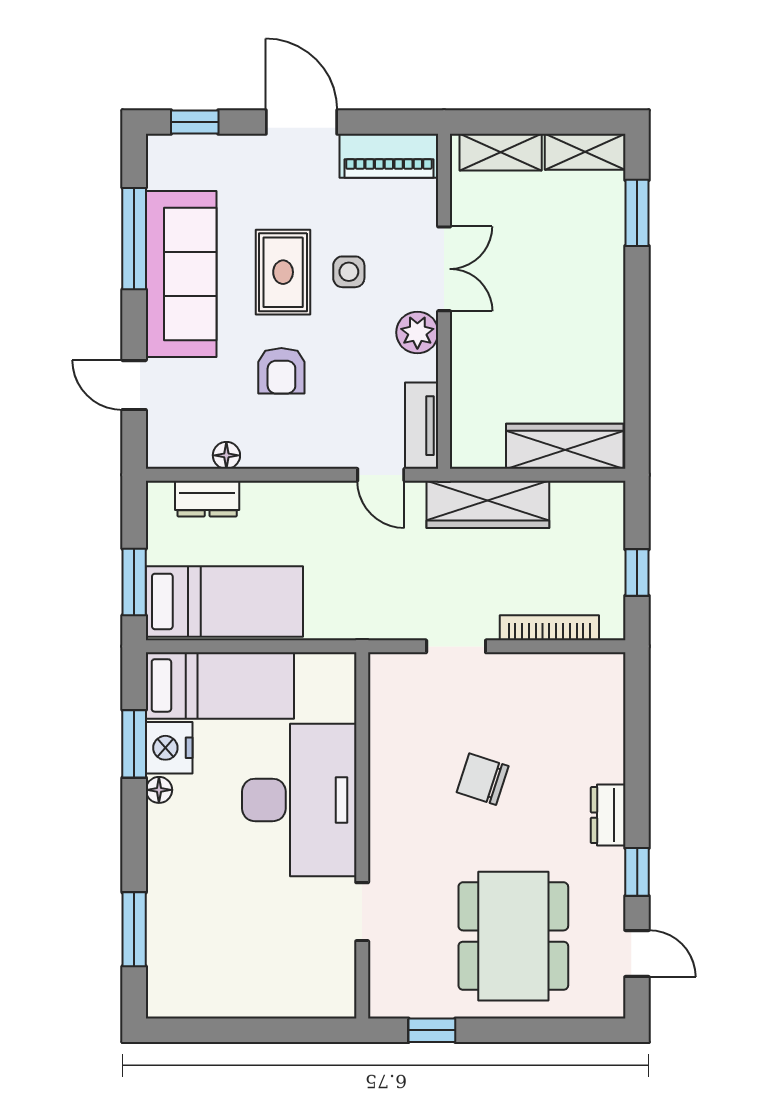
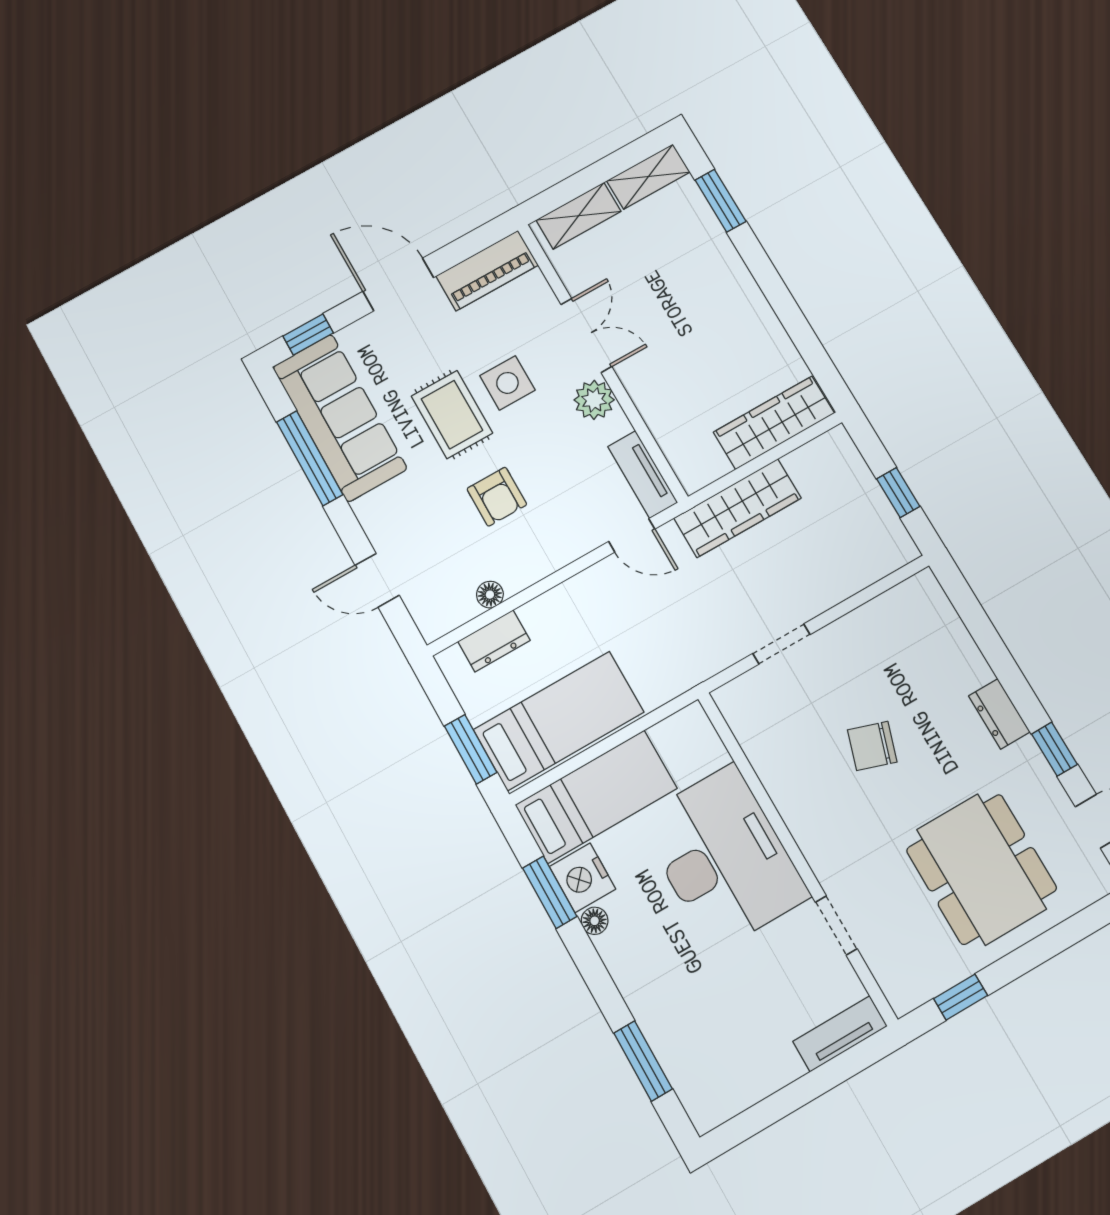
side table: (349, 272) -> (507, 383), width x1.37, depth x1.37
sofa: (181, 274) -> (340, 418), moved
bookcase: (549, 628) -> (852, 582), removed
tv unit: (313, 1002) -> (840, 1034), added

